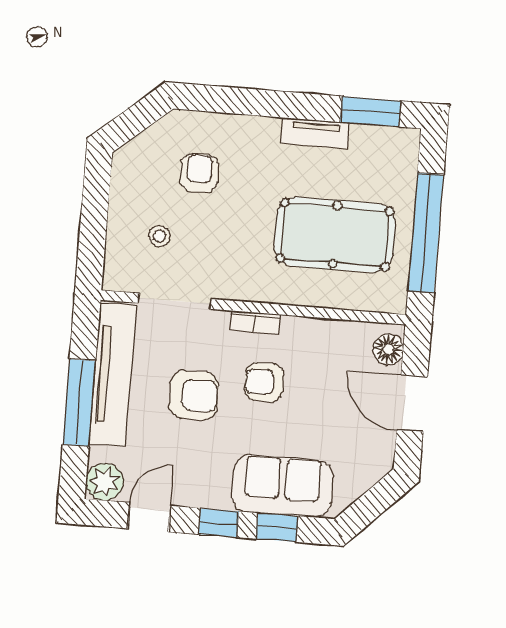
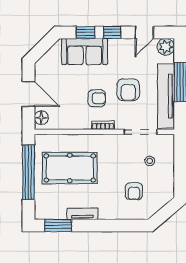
armchair: (194, 395) -> (128, 90), turned -90

